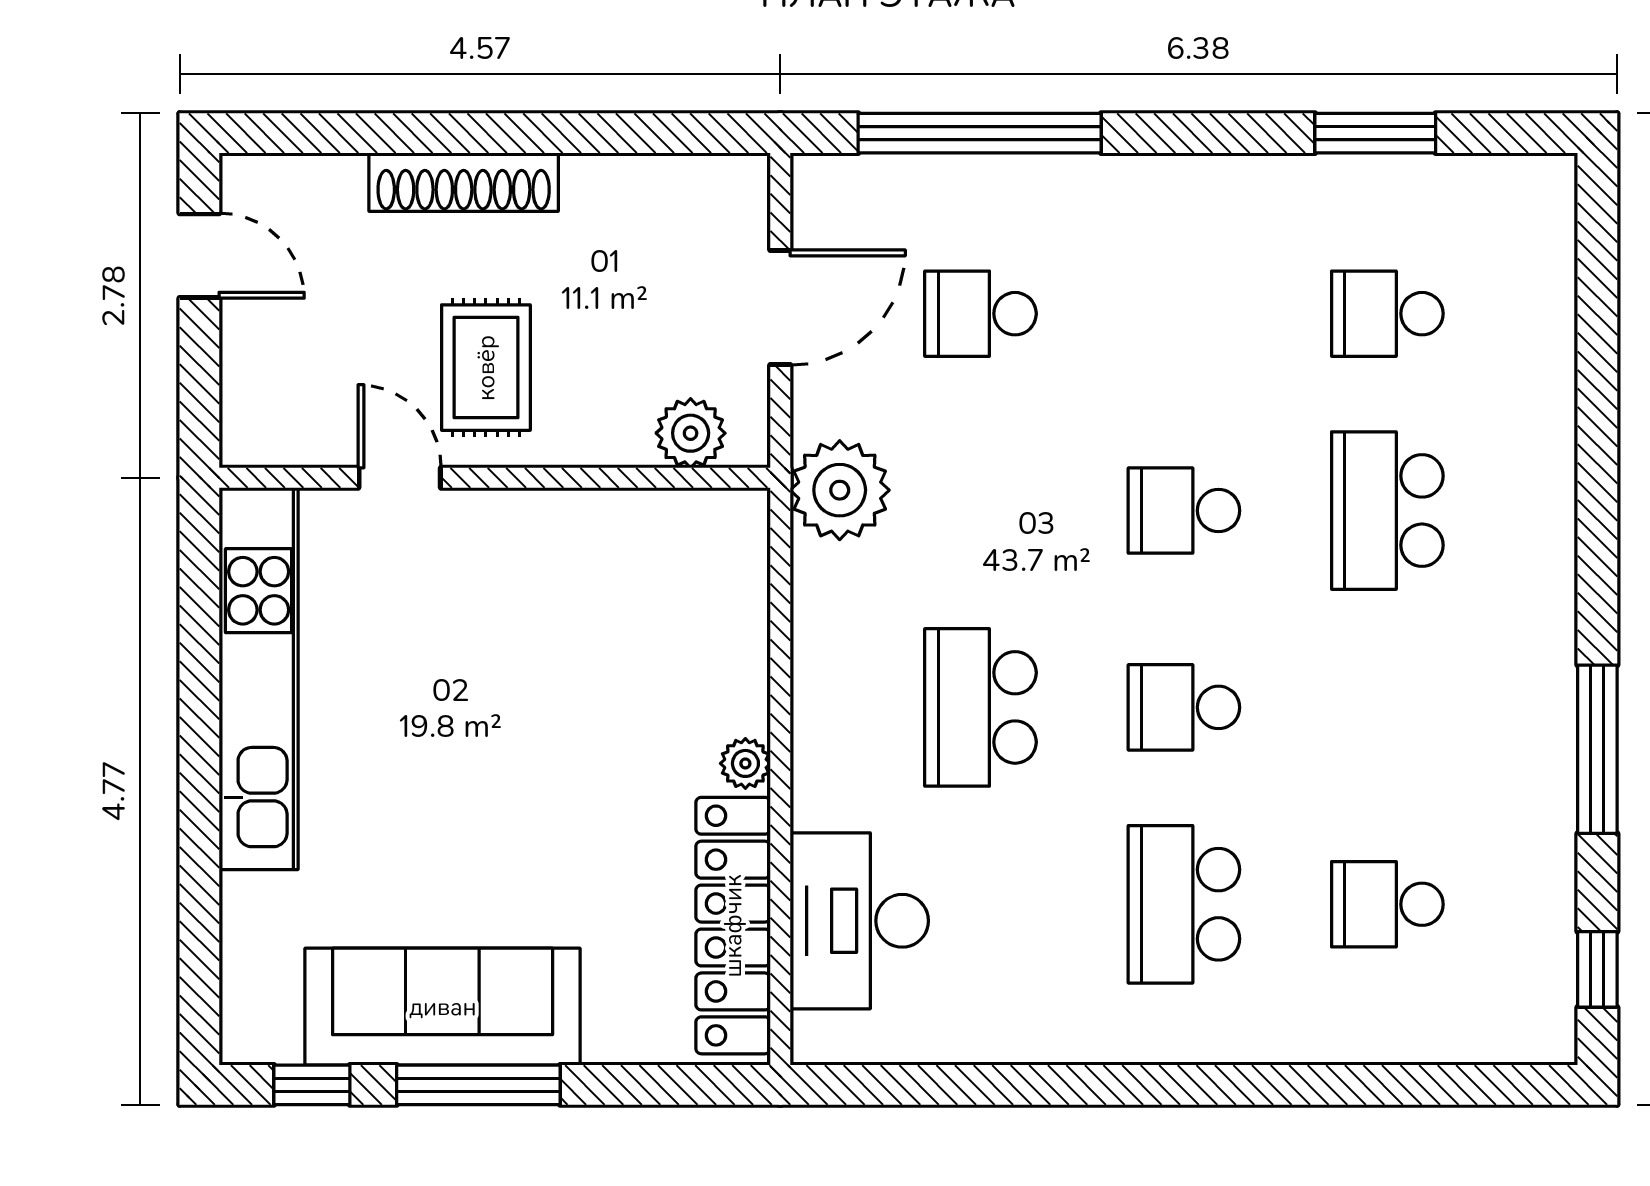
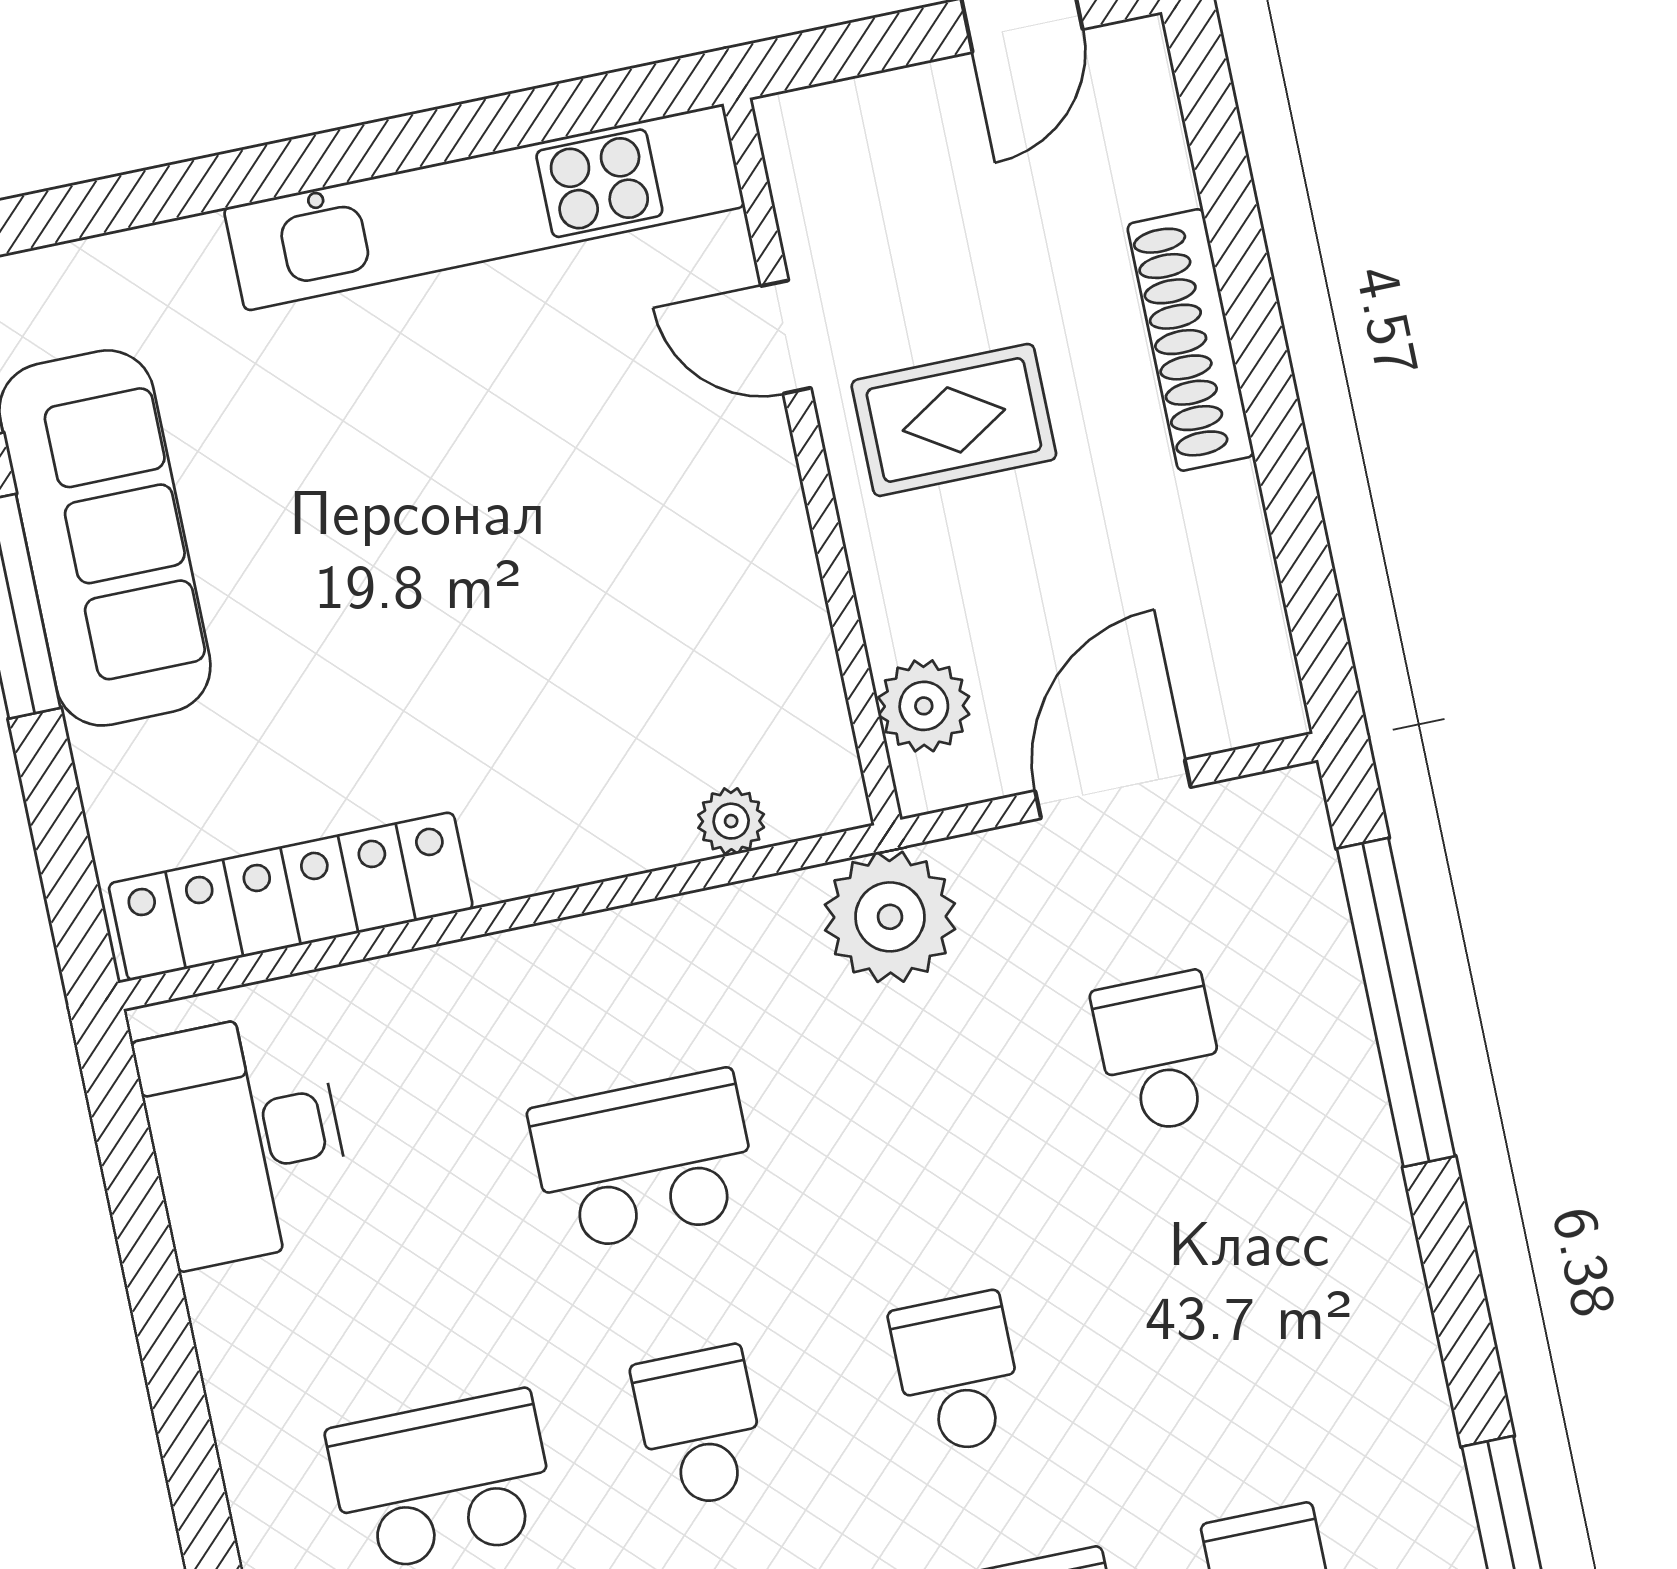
door: (780, 308) -> (1113, 789), swing flipped
door: (400, 478) -> (786, 337), swing flipped
plant: (745, 763) -> (731, 821), moved
desk: (859, 921) -> (245, 1139), moved, turned -90

